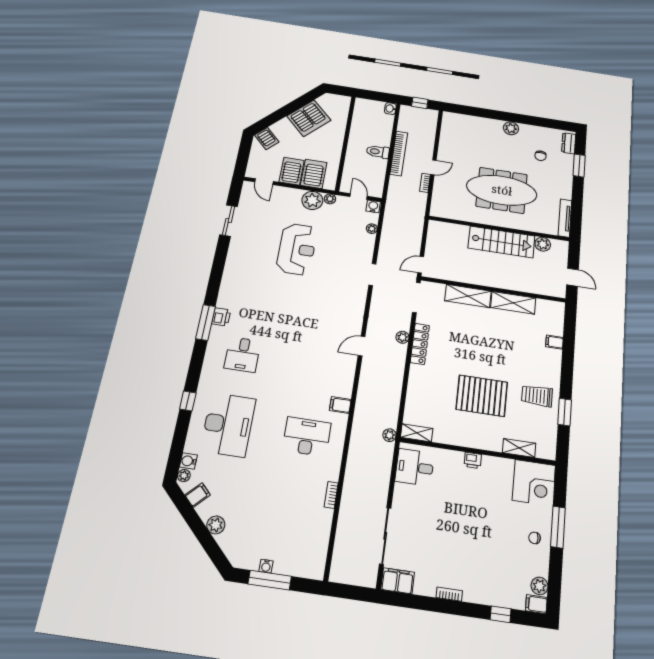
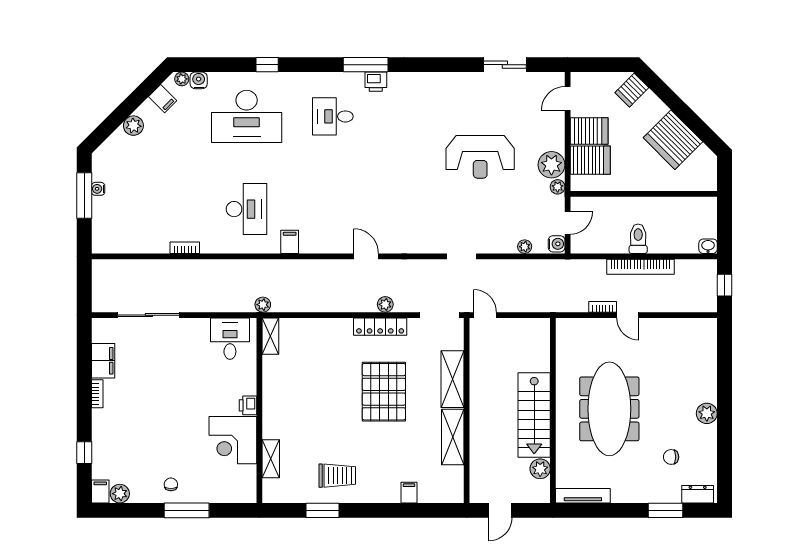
pallet: (482, 396) -> (384, 392), moved
trolley: (537, 396) -> (337, 476), turned 90
corner desk: (534, 483) -> (233, 440), moved
filing cabinet: (398, 581) -> (103, 361), moved

